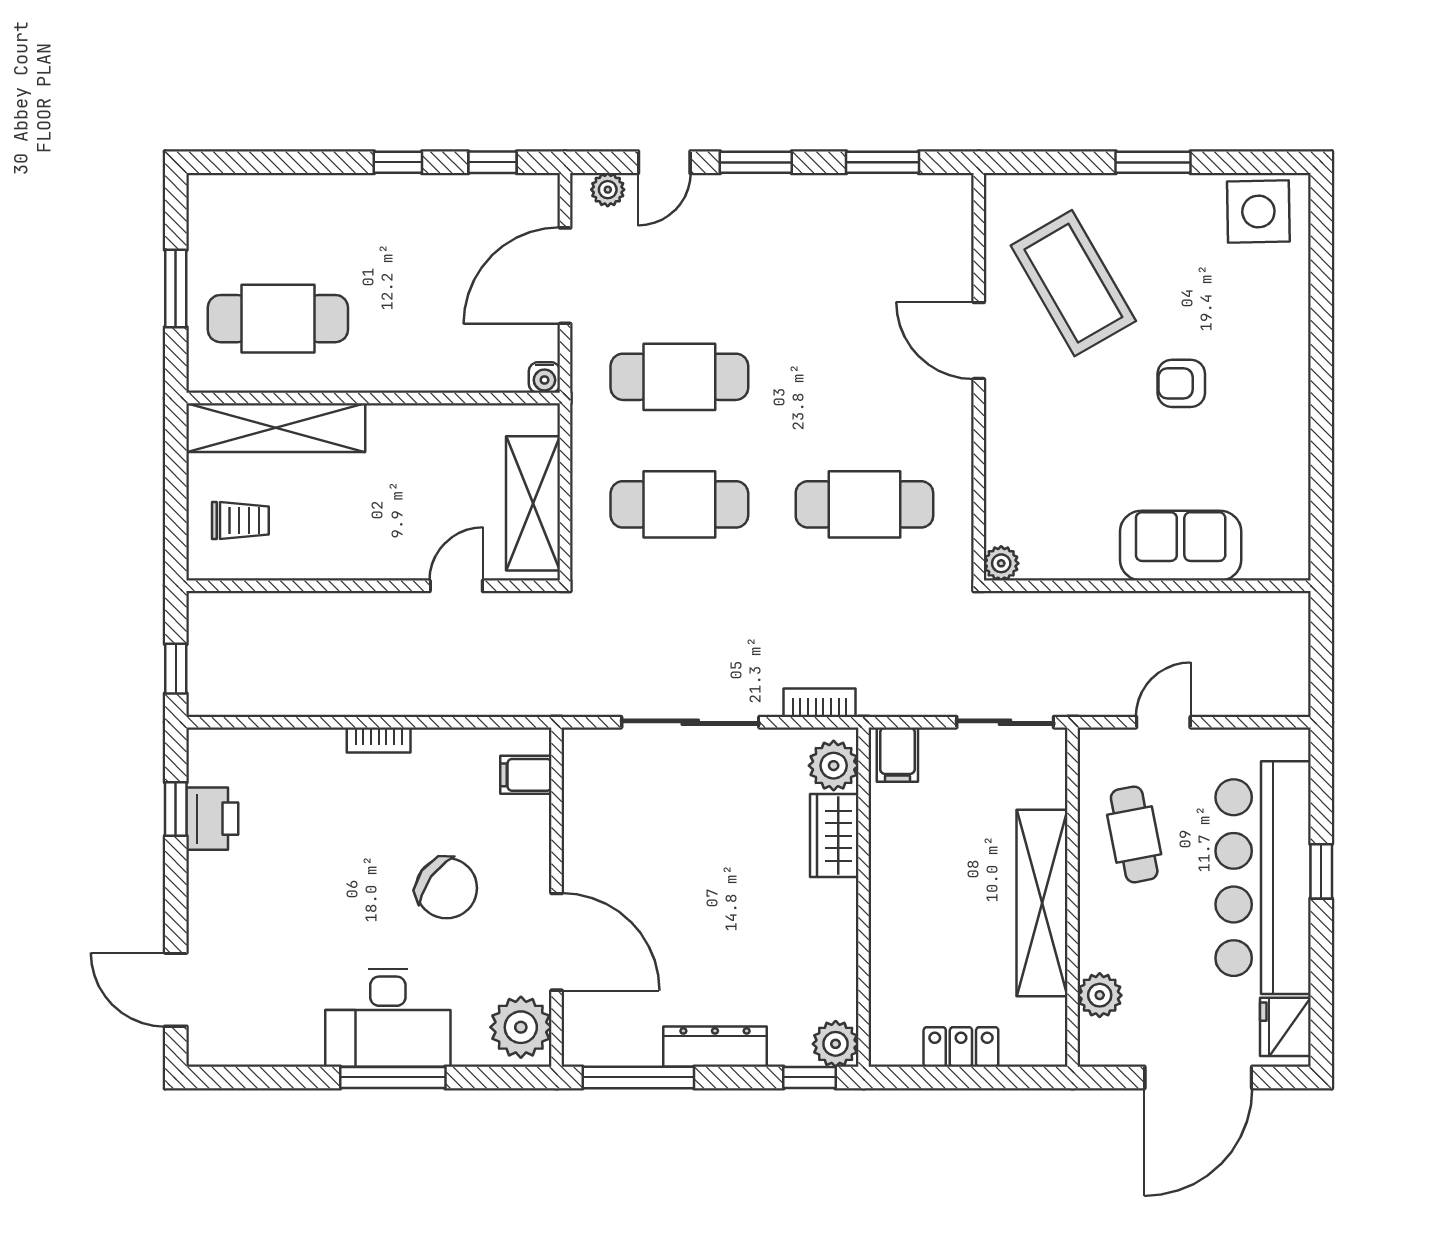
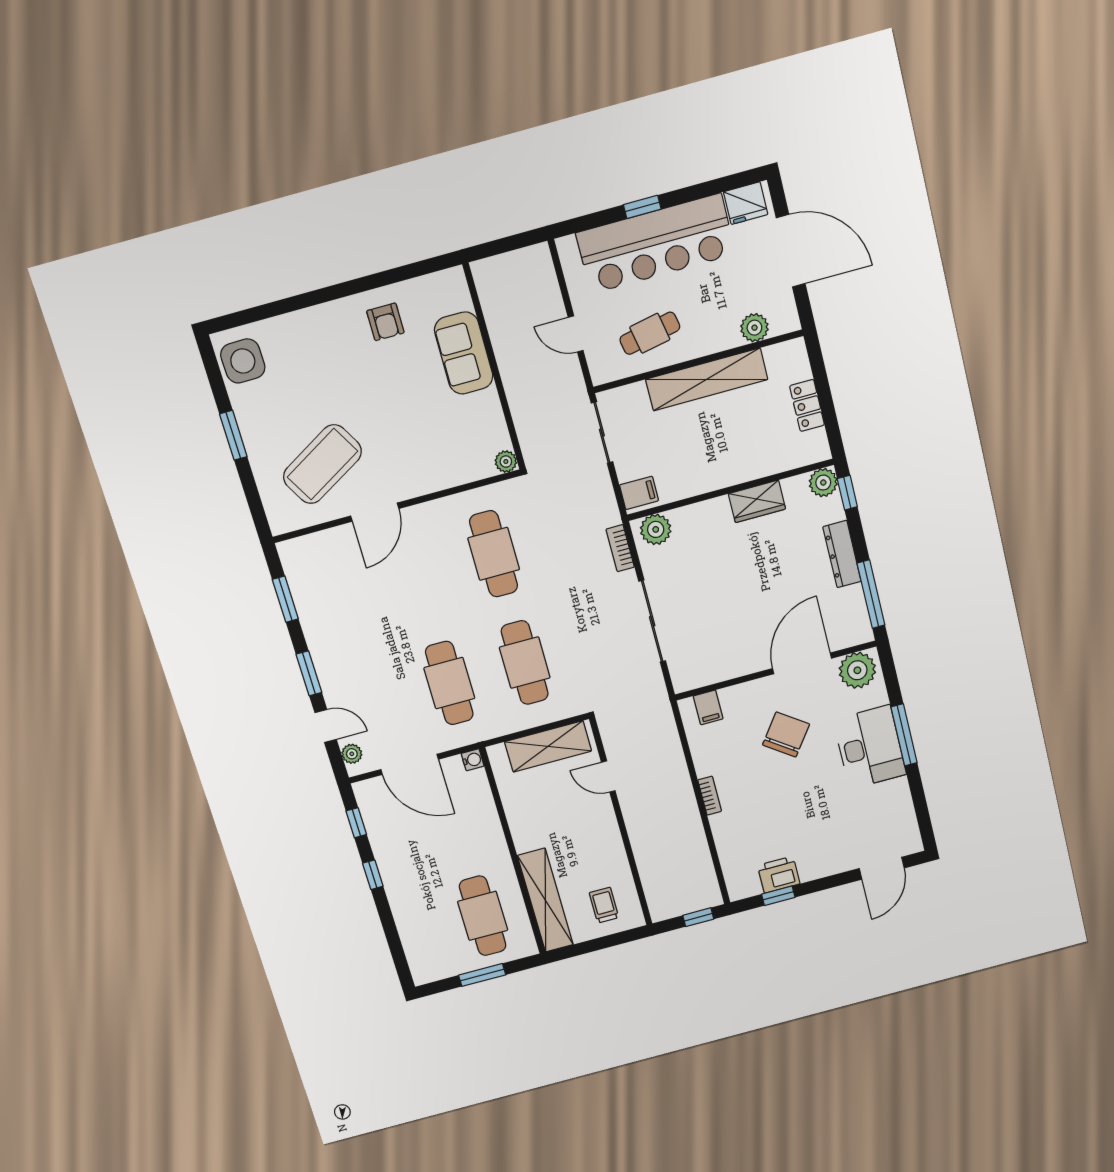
armchair: (1181, 383) -> (385, 322), moved
wardrobe: (834, 836) -> (757, 501), moved

